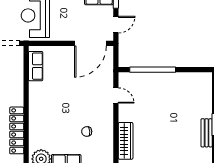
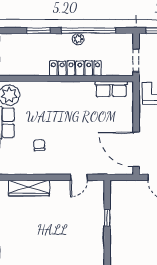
window: (153, 70) -> (107, 218), width x0.32
locker: (17, 130) -> (75, 68), moved

